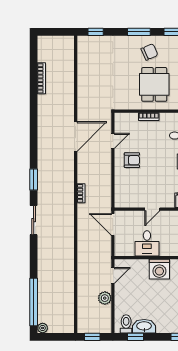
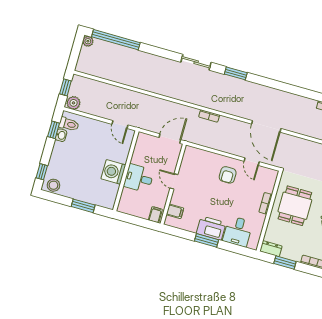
dining table: (154, 84) -> (295, 206), moved, turned 90
desk: (147, 243) -> (139, 178), moved
plant: (105, 298) -> (74, 103), moved
washbasin: (144, 326) -> (61, 135), width x0.52, depth x0.69

